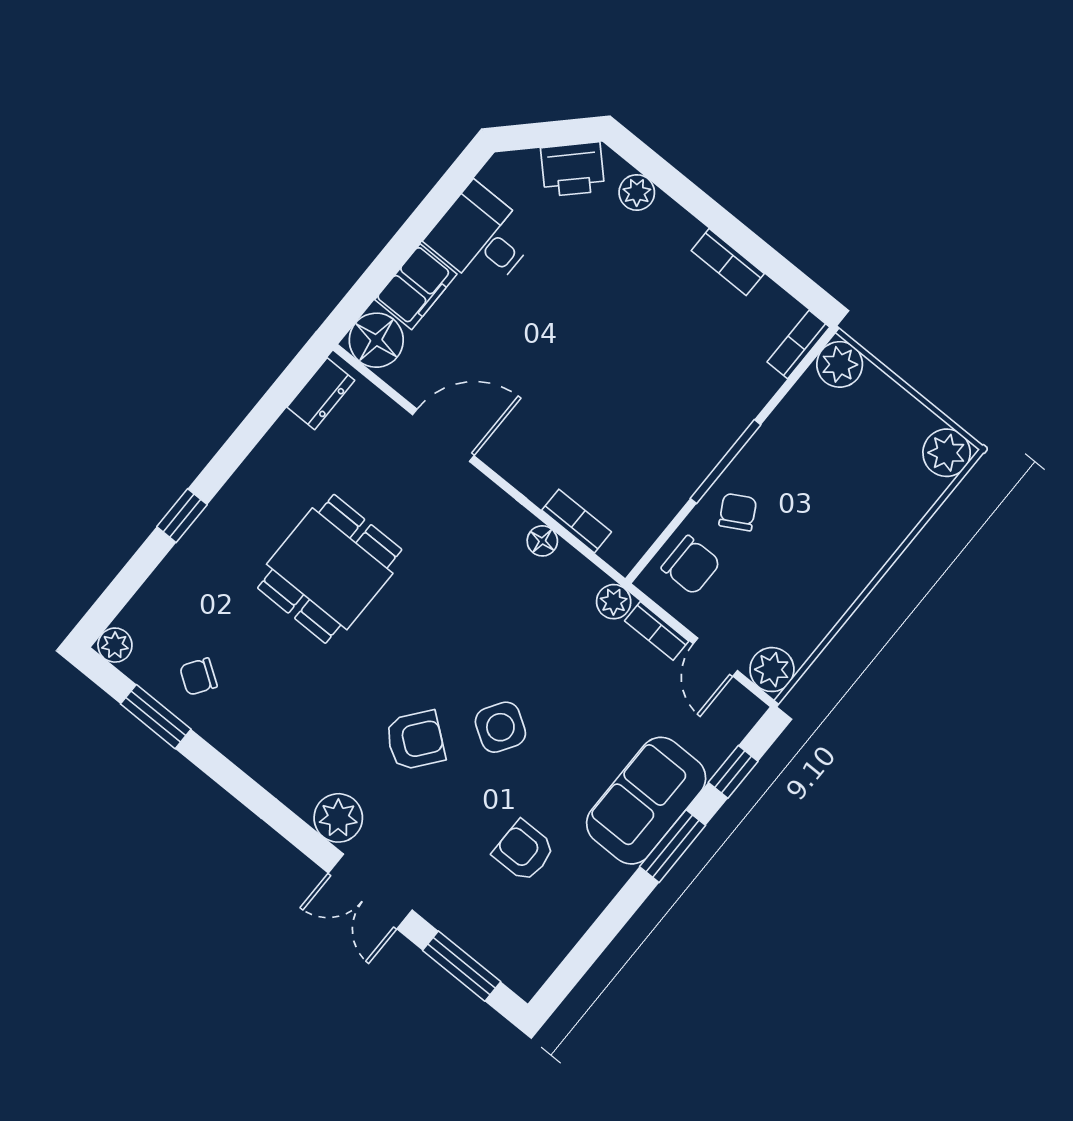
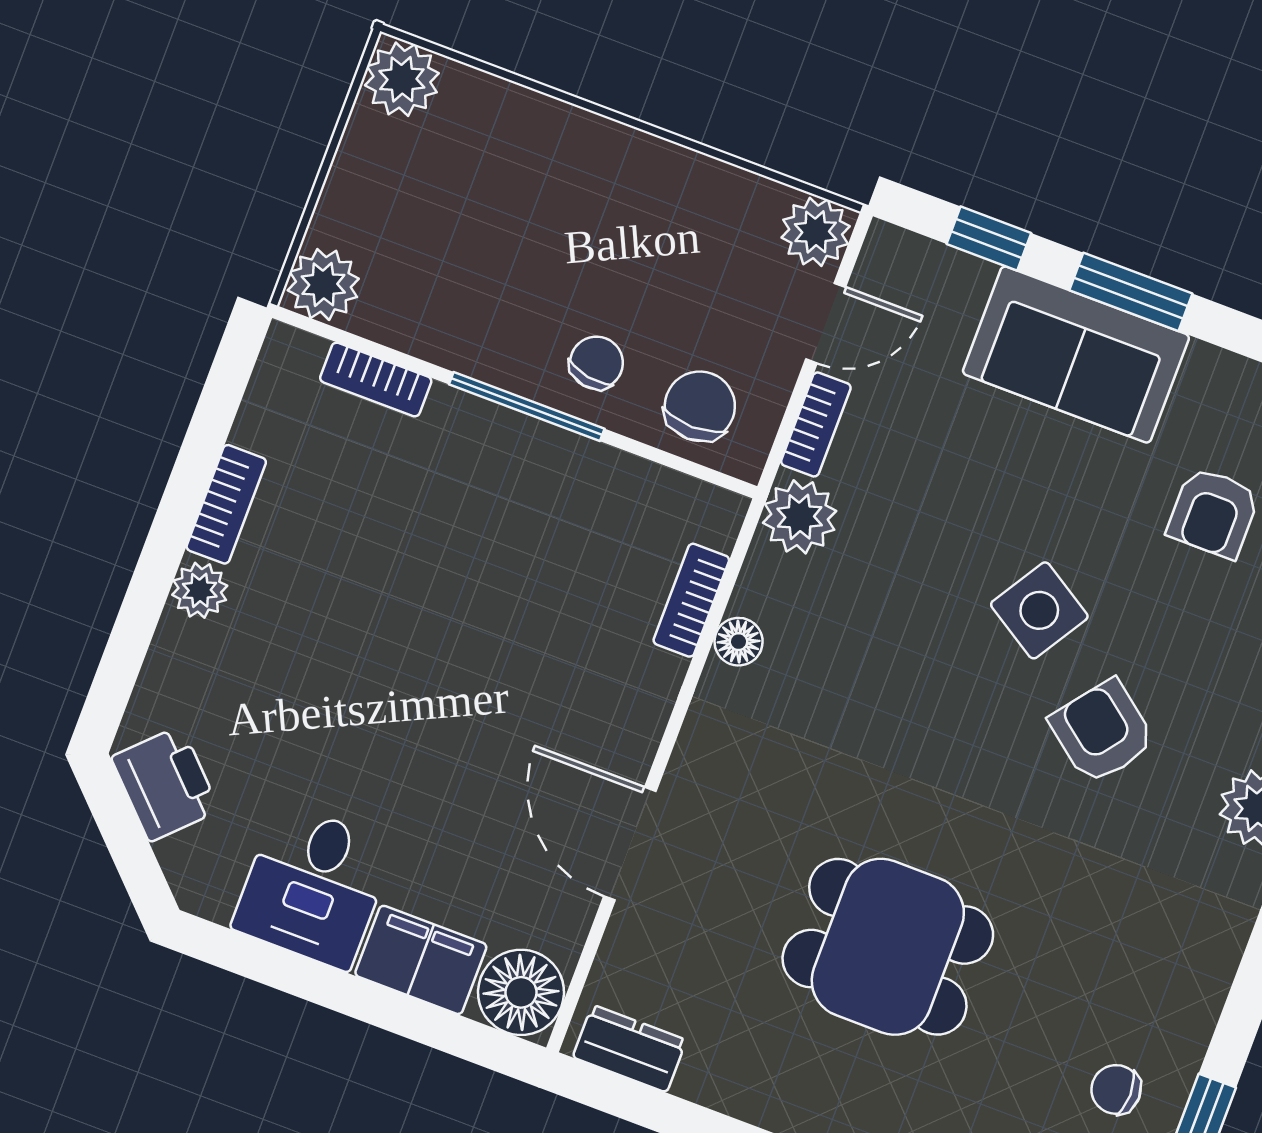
plant: (637, 192) -> (200, 590), moved
bookcase: (798, 344) -> (376, 380), moved
chair: (738, 512) -> (596, 363), turned 129
plant: (614, 602) -> (800, 517), width x1.38, depth x1.38
chair: (198, 677) -> (1116, 1089), turned 146

